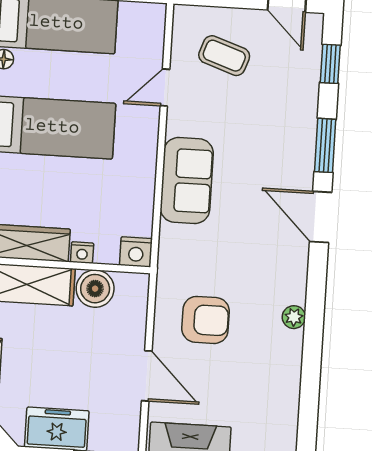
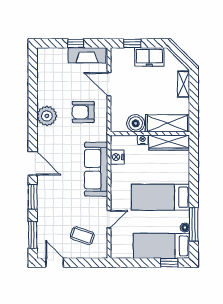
window: (330, 64) -> (33, 235), width x1.50
sofa: (187, 180) -> (96, 169), width x1.36
nightstand: (136, 252) -> (117, 157), moved, turned -90
plant: (294, 317) -> (47, 116), width x1.88, depth x1.88

